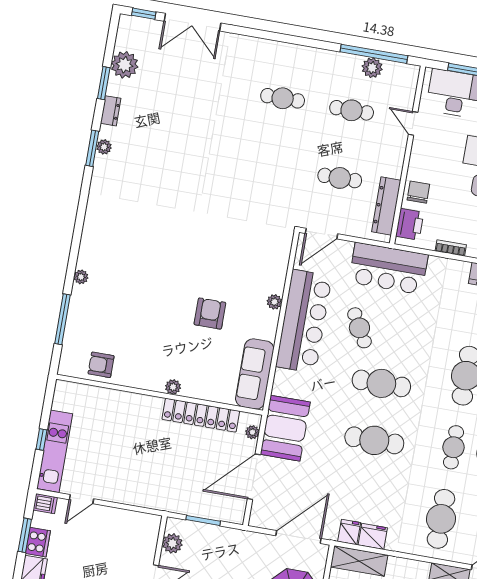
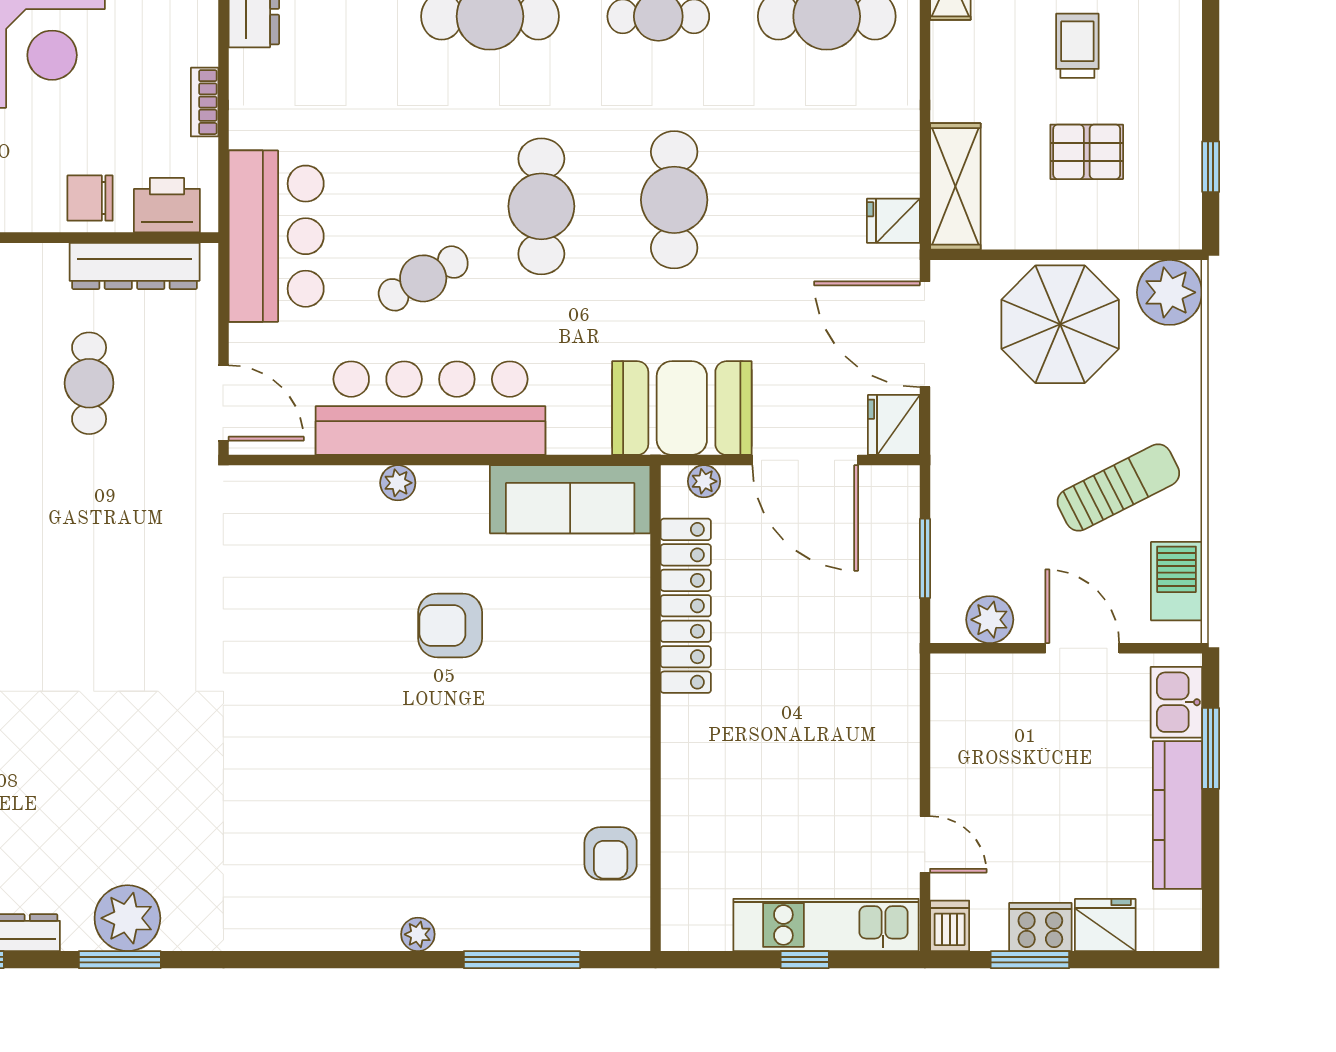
plant: (104, 147) -> (127, 918), width x1.88, depth x1.88
plant: (173, 387) -> (632, 680), removed
fridge: (373, 536) -> (894, 425), moved

